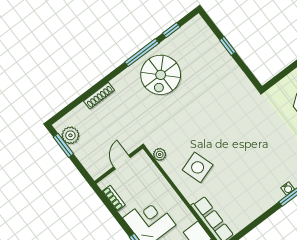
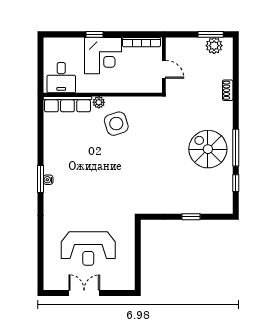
shoe rack: (99, 96) -> (228, 90), width x0.70
plant: (160, 154) -> (99, 102), moved
bookcase: (114, 198) -> (141, 42), width x1.56

